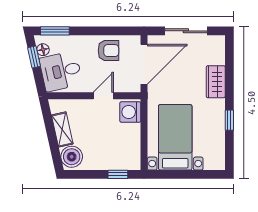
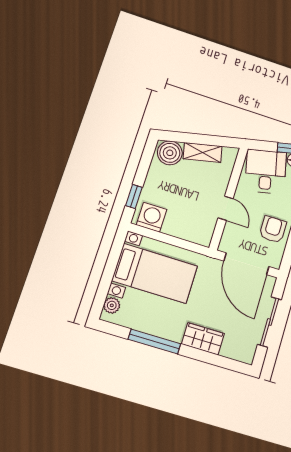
armchair: (108, 51) -> (273, 229), turned 180
washing machine: (130, 112) -> (152, 217), moved
window: (229, 120) -> (154, 342), width x2.17
plant: (211, 163) -> (112, 305), added

